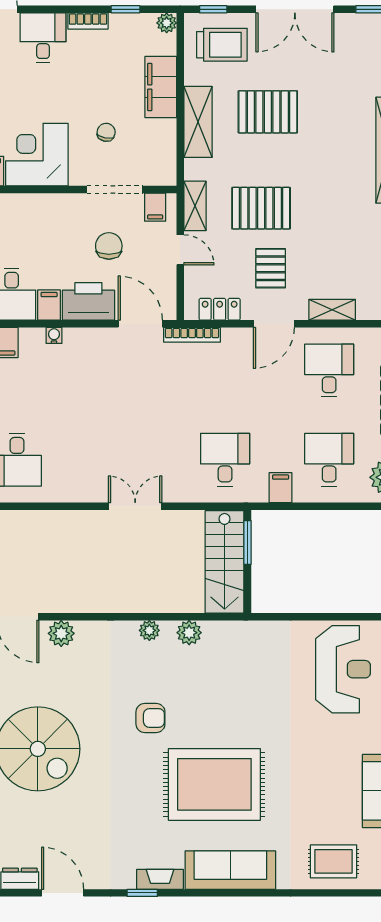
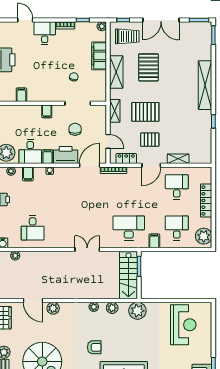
pallet: (268, 112) -> (148, 67), turned 90
corner desk: (37, 155) -> (42, 87), removed
filing cabinet: (155, 207) -> (47, 111), moved
door: (180, 250) -> (108, 141), moved
pallet: (271, 268) -> (150, 140), turned 90
door: (140, 324) -> (90, 165), hinge flipped
desk: (225, 460) -> (129, 228), width x1.37
plant: (244, 639) -> (137, 311), added

